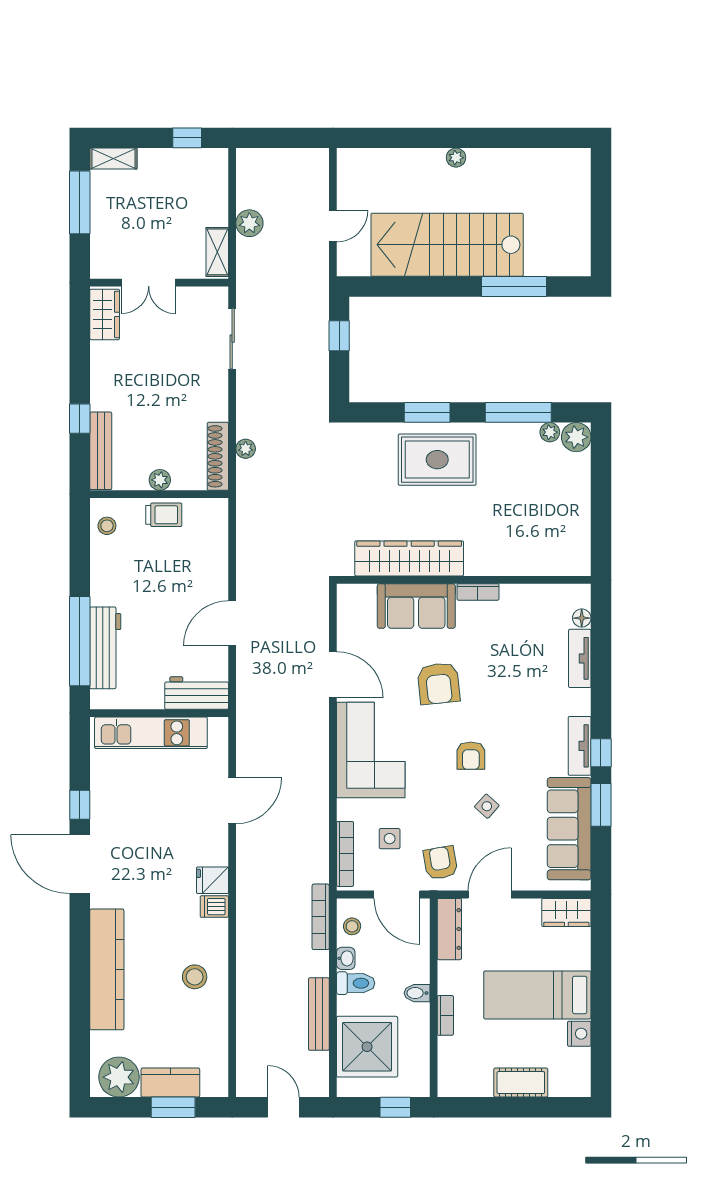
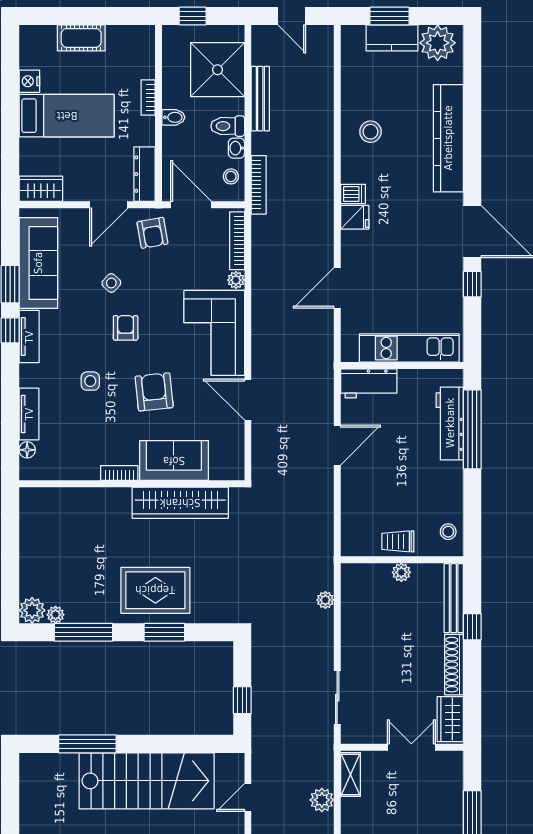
shoe rack: (218, 456) -> (454, 665), moved, turned 180
plant: (346, 810) -> (236, 280), added
side table: (390, 839) -> (90, 381), moved

